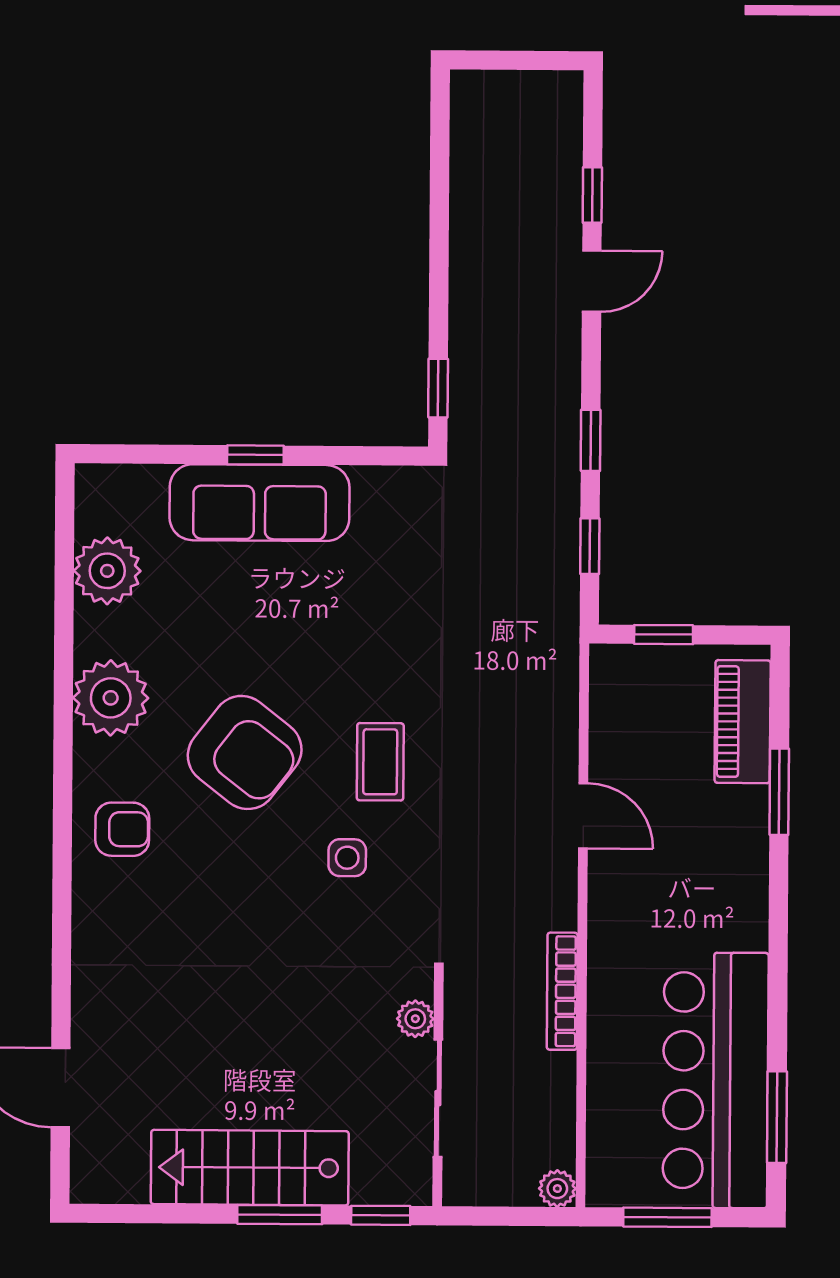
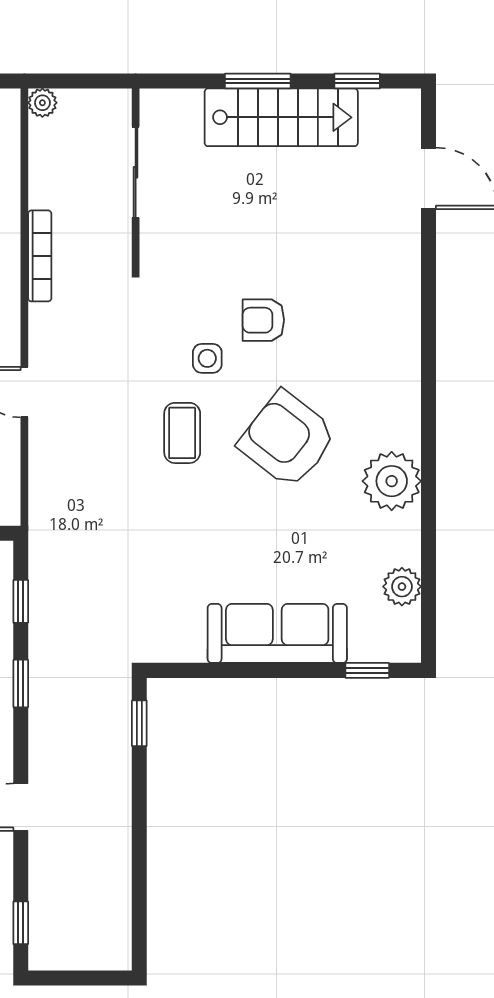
window: (592, 195) -> (21, 923), moved
window: (255, 455) -> (367, 670), moved
plant: (107, 571) -> (402, 587), width x0.73, depth x0.73
armchair: (122, 829) -> (263, 320), moved
plant: (415, 1019) -> (154, 234), removed
window: (381, 1215) -> (357, 81), moved

